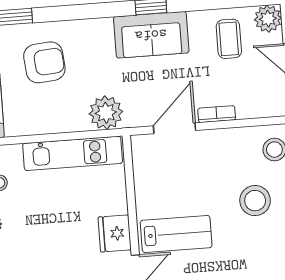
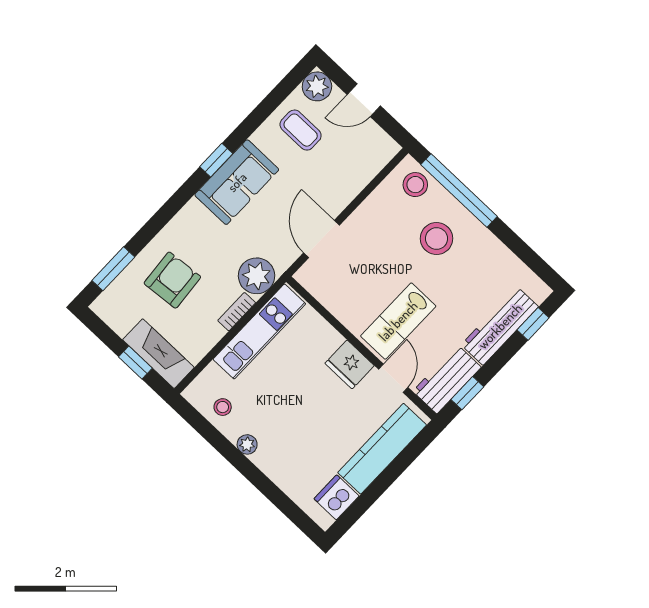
bookcase: (217, 114) -> (237, 312), moved
lab bench: (176, 234) -> (398, 321), turned 180

